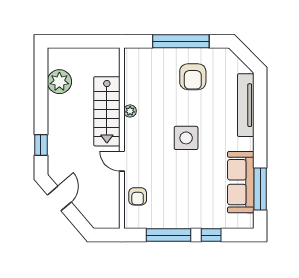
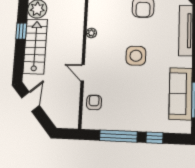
stairs: (107, 111) -> (35, 46), moved, turned 180
window: (41, 145) -> (21, 31), moved
armchair: (138, 196) -> (94, 102), turned 180

